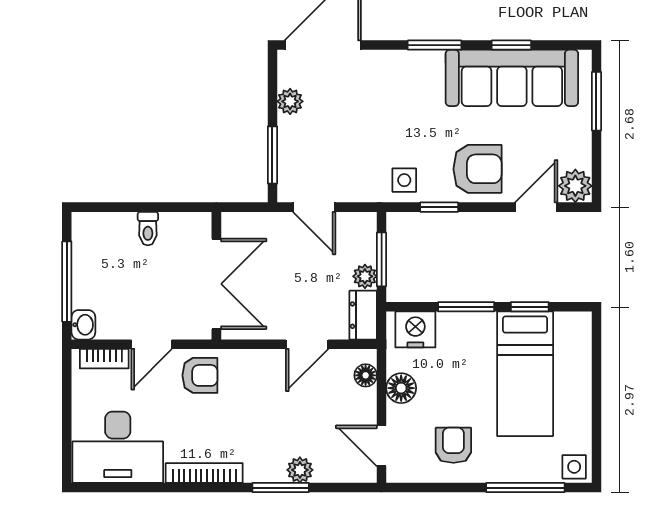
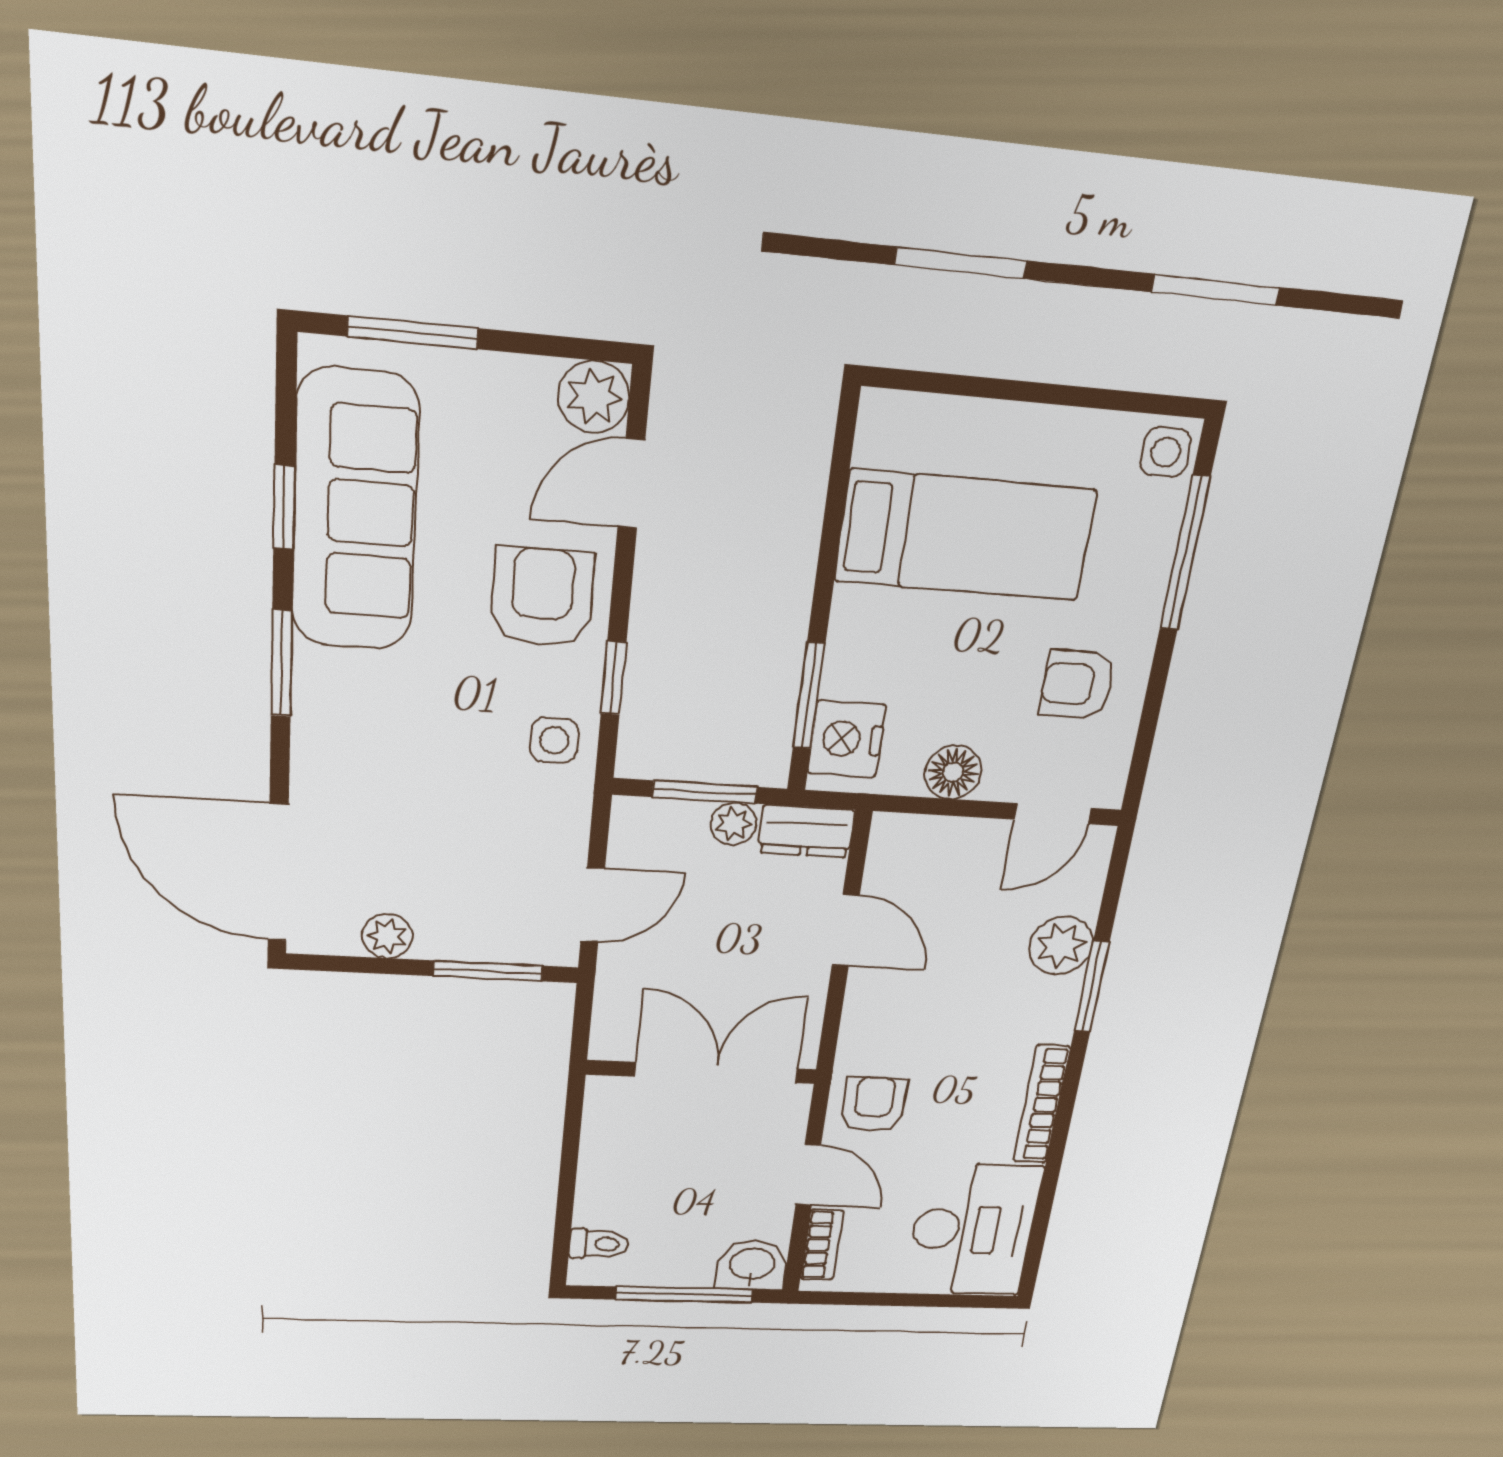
door: (536, 207) -> (631, 484), hinge flipped
toilet: (148, 229) -> (599, 1244), moved
window: (466, 307) -> (809, 696), moved
window: (530, 307) -> (834, 515), removed
washbasin: (83, 325) -> (752, 1265), width x1.38, depth x1.45
floor lamp: (366, 375) -> (919, 834), removed
plant: (300, 470) -> (1061, 946), width x1.38, depth x1.38

